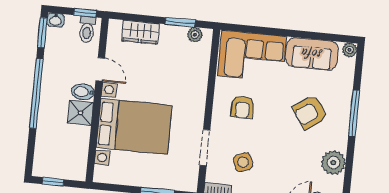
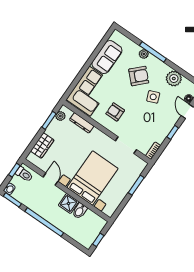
plant: (350, 50) -> (144, 54), moved
door: (100, 69) -> (50, 179), hinge flipped
dresser: (202, 69) -> (82, 123), added
bidet: (83, 92) -> (80, 211), moved
armchair: (243, 107) -> (115, 112), turned 180
armchair: (310, 112) -> (139, 76), turned -100
side table: (243, 162) -> (153, 97), moved

